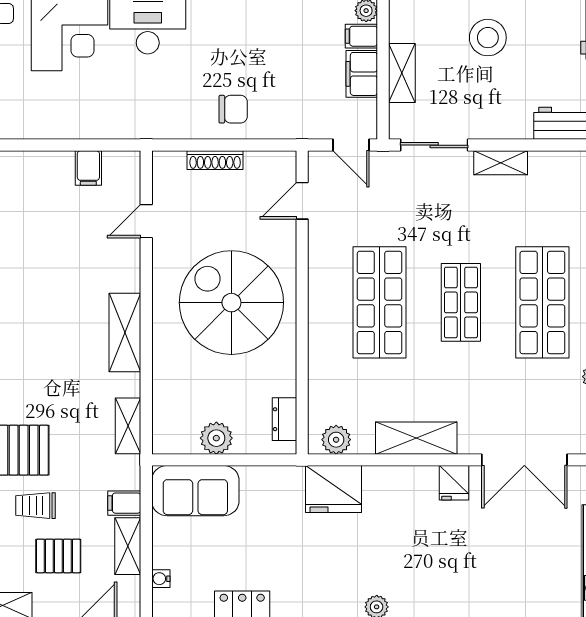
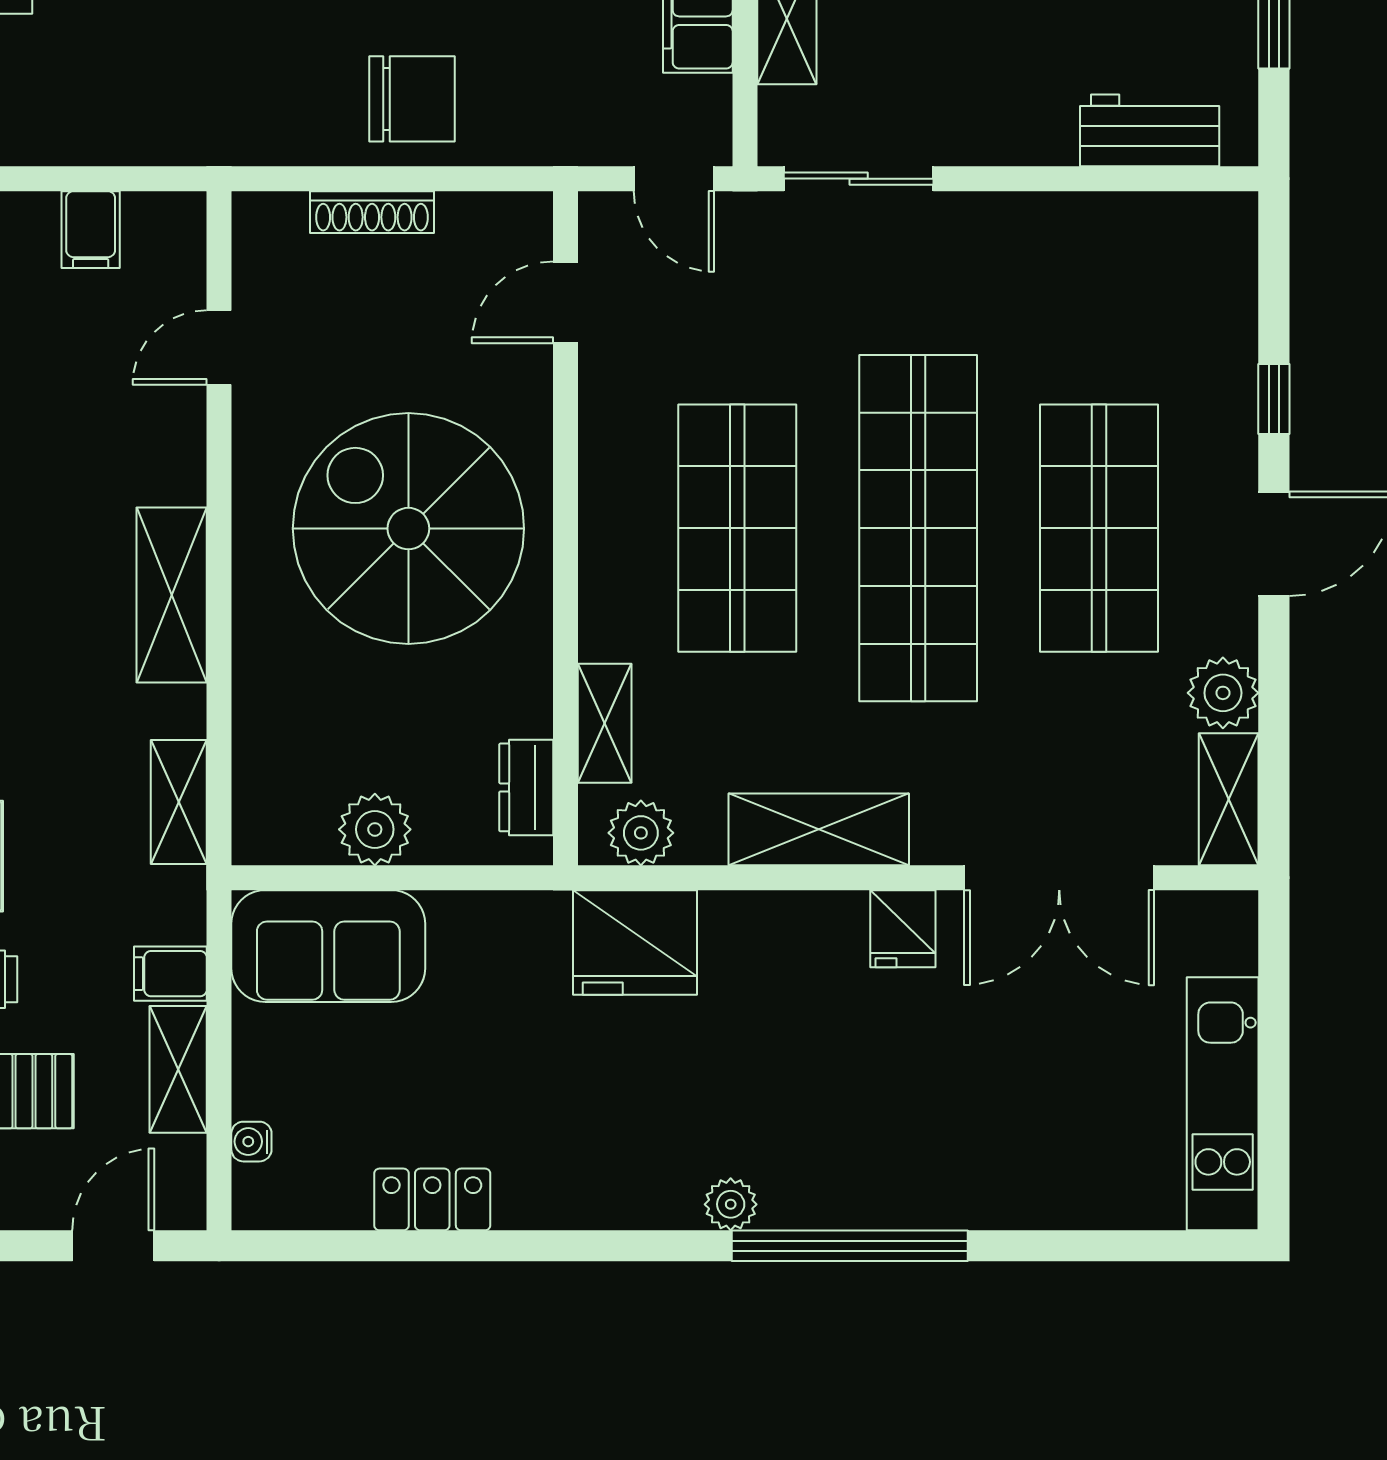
chair: (233, 109) -> (412, 99), width x1.37, depth x1.37
shelving: (501, 163) -> (605, 723), moved, turned 90
shop shelf: (461, 302) -> (918, 528), width x2.00, depth x1.36

